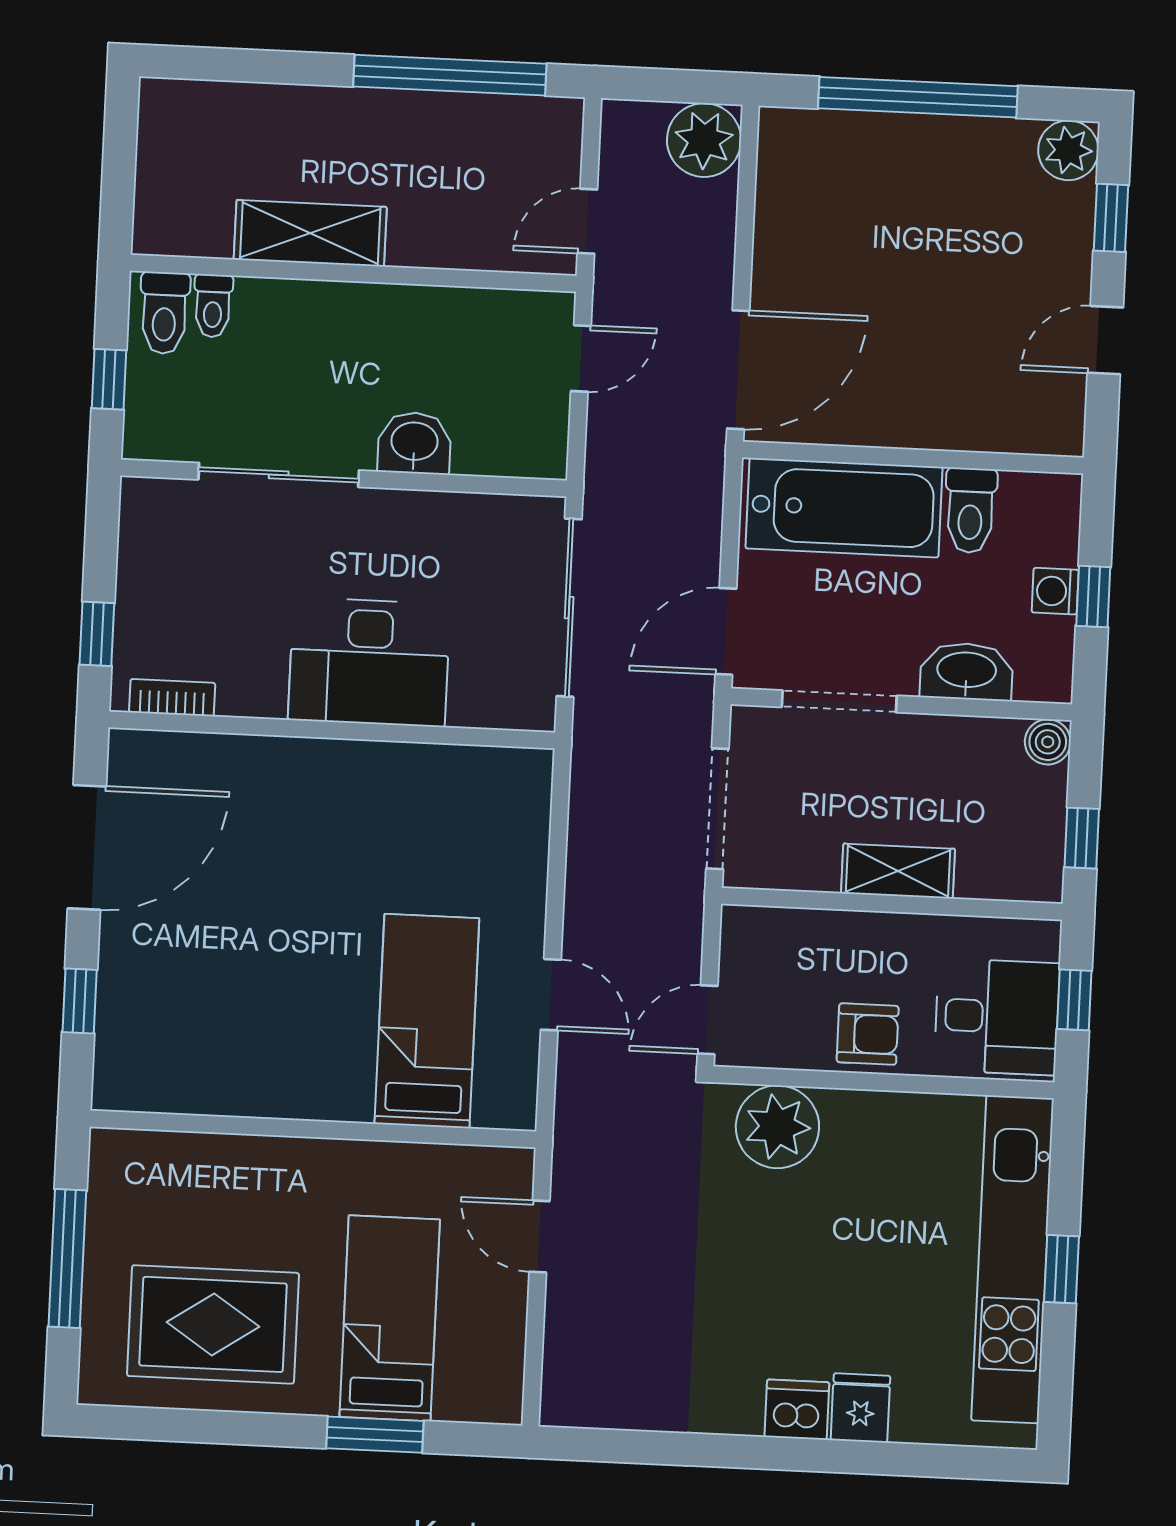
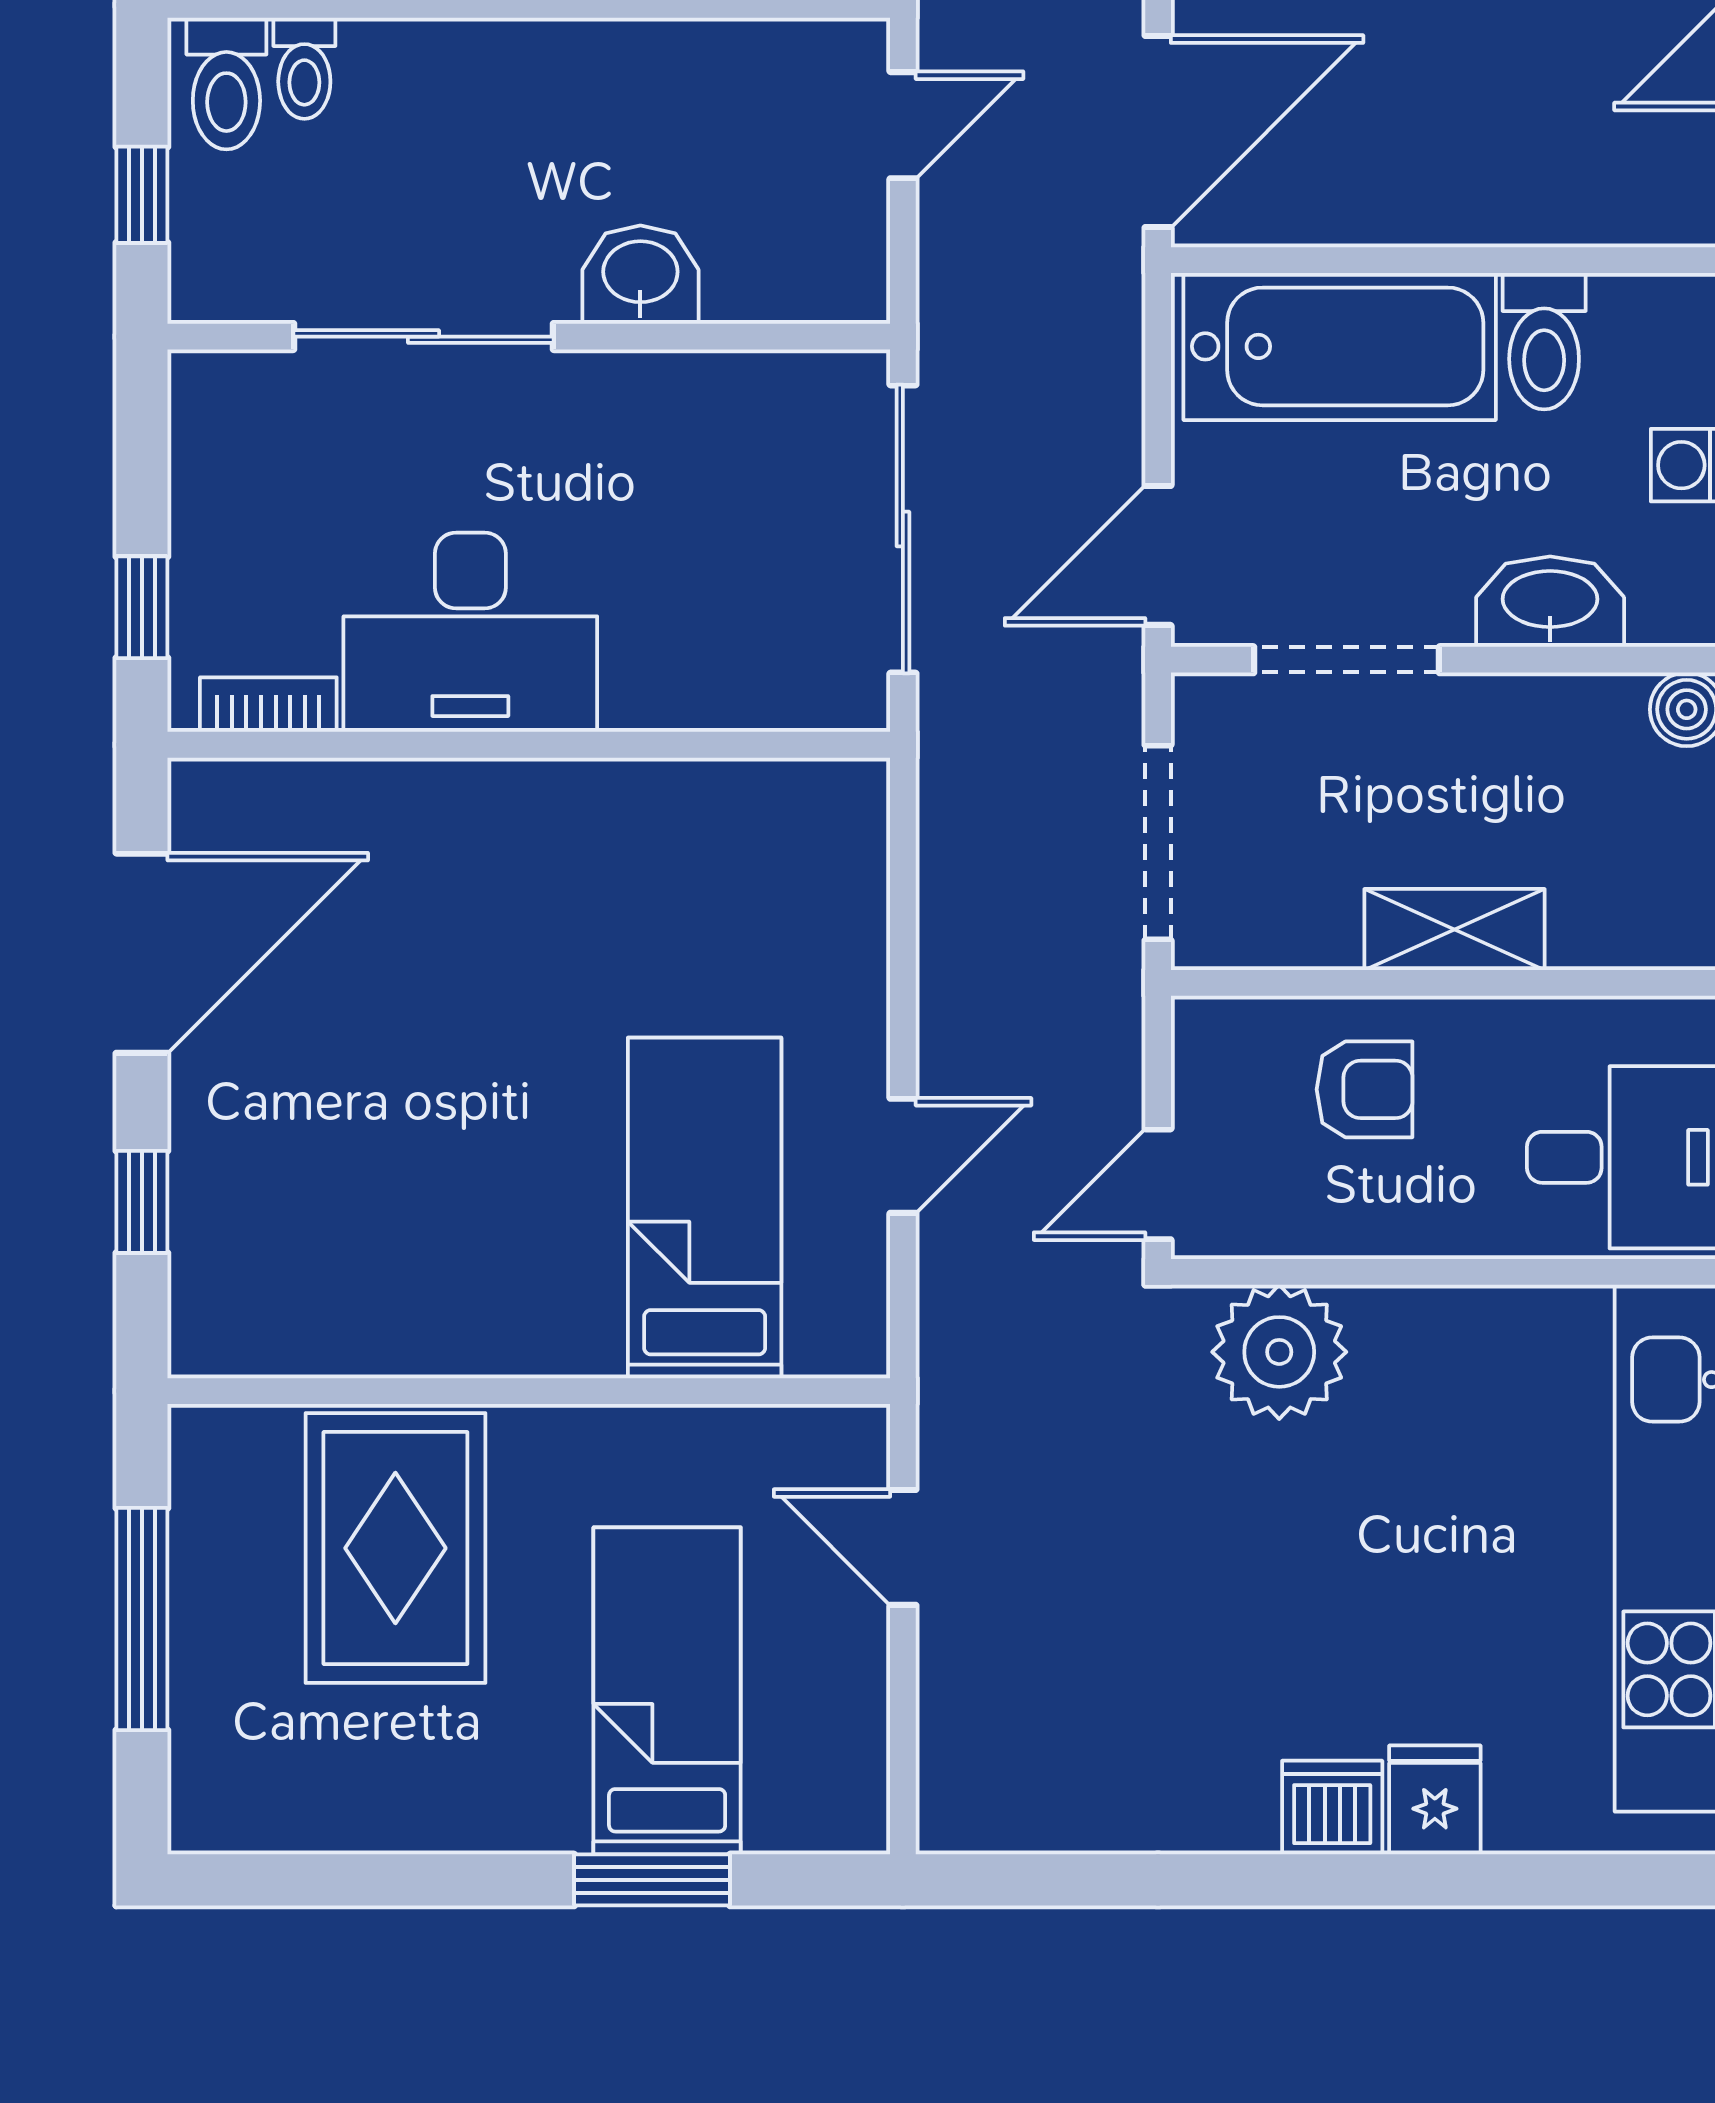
desk: (369, 662) -> (470, 632), moved
door: (551, 995) -> (903, 1156), hinge flipped
armchair: (868, 1034) -> (1365, 1089), moved
rug: (213, 1324) -> (395, 1548), moved, turned 90

